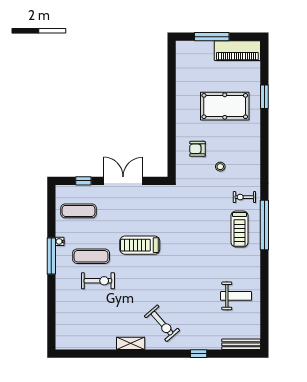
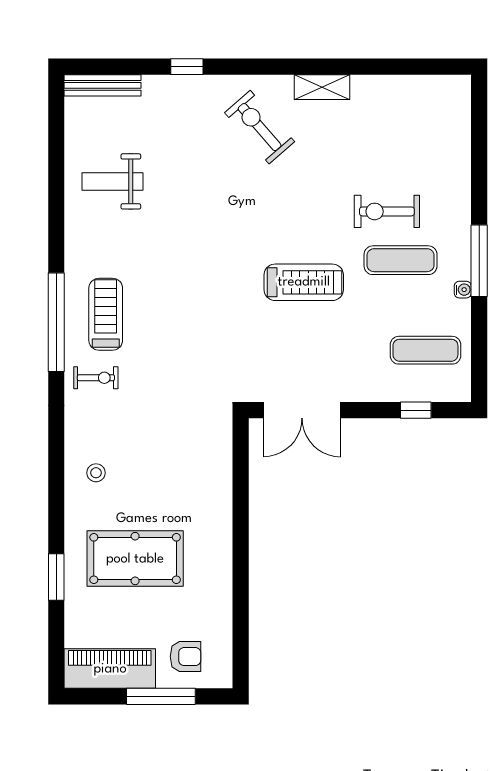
armchair: (197, 149) -> (185, 657), moved
stool: (220, 167) -> (96, 473), moved
double door: (123, 181) -> (302, 410), moved

